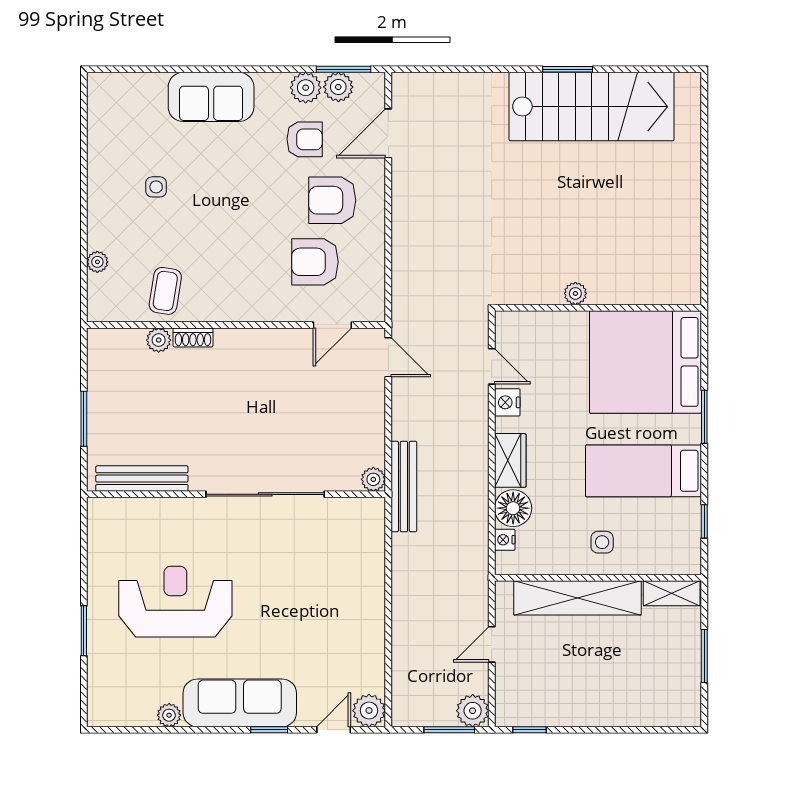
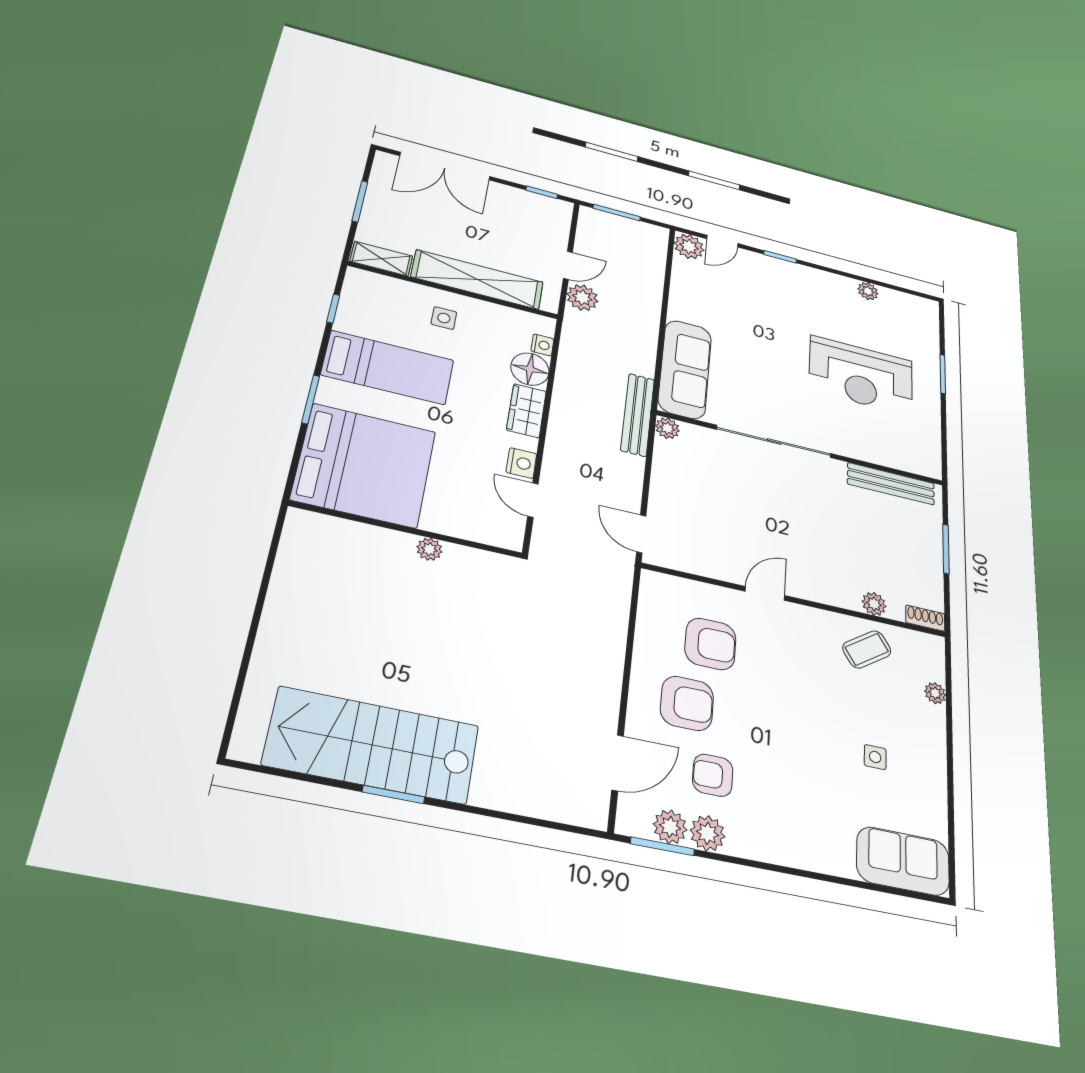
sofa: (211, 97) -> (903, 861), moved
coffee table: (165, 291) -> (867, 649), turned 47
door: (332, 325) -> (765, 593), moved
shoe rack: (193, 337) -> (925, 618), moved
sofa: (240, 703) -> (685, 369), moved, turned -90
plant: (473, 711) -> (582, 298), moved
double door: (631, 730) -> (445, 166), added

